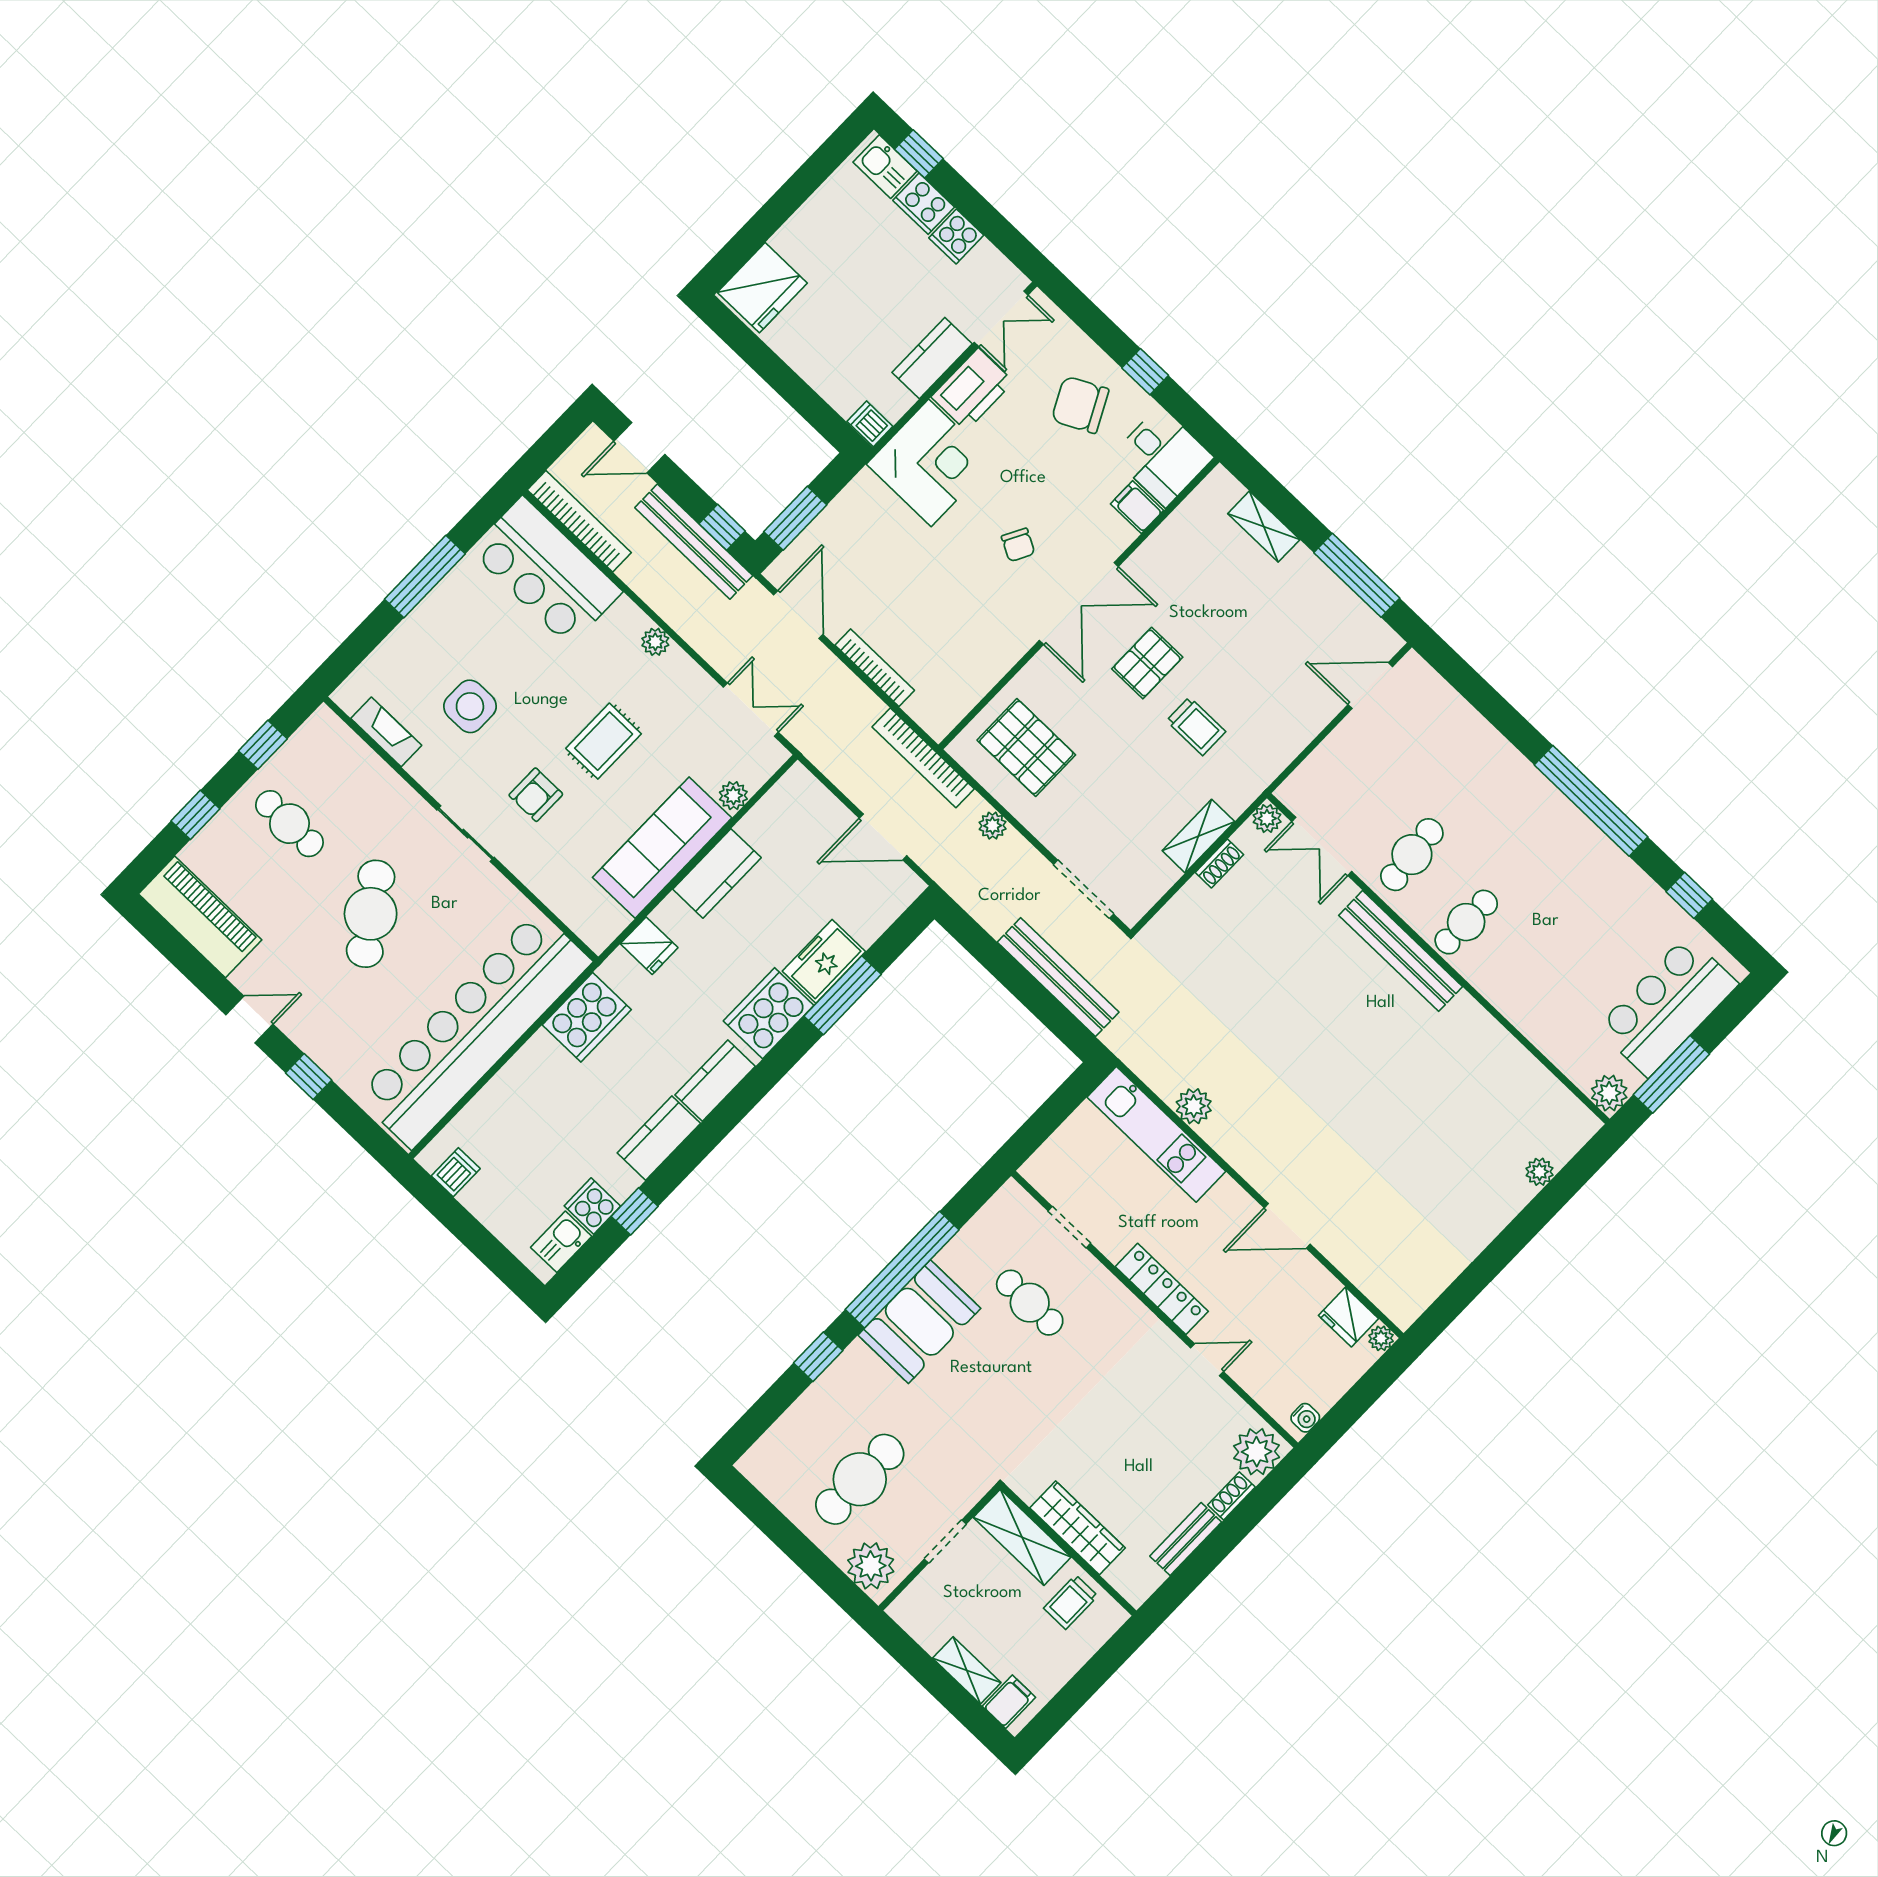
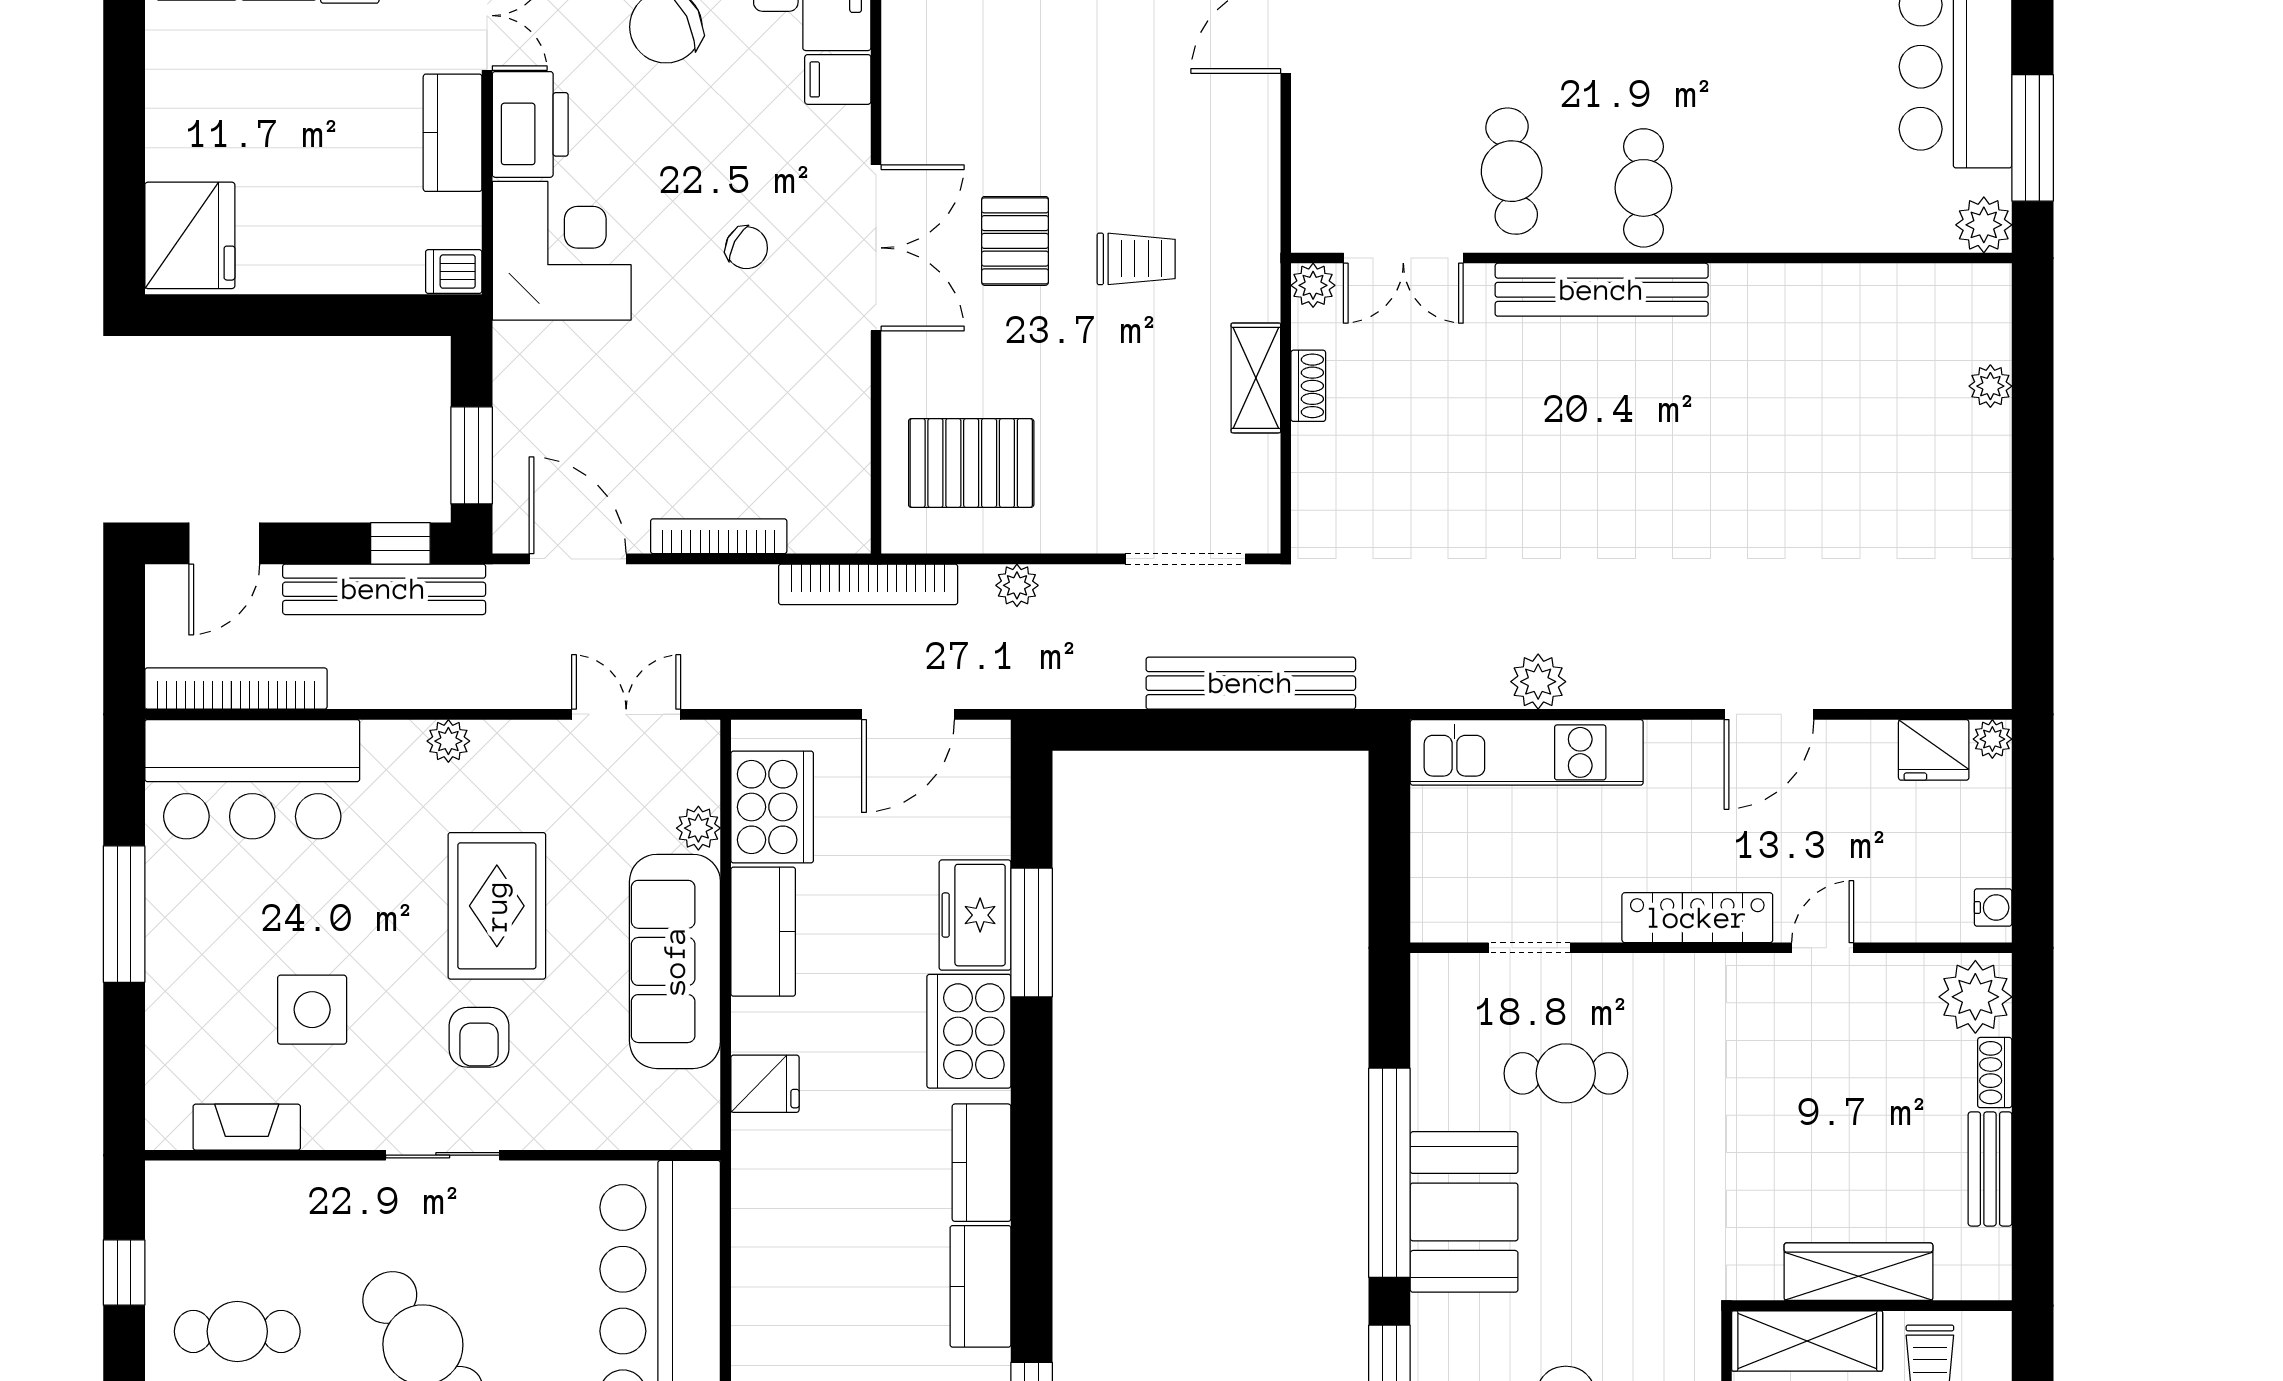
rug: (604, 741) -> (497, 906), width x1.36, depth x1.43
cooker: (587, 1017) -> (772, 807), moved

